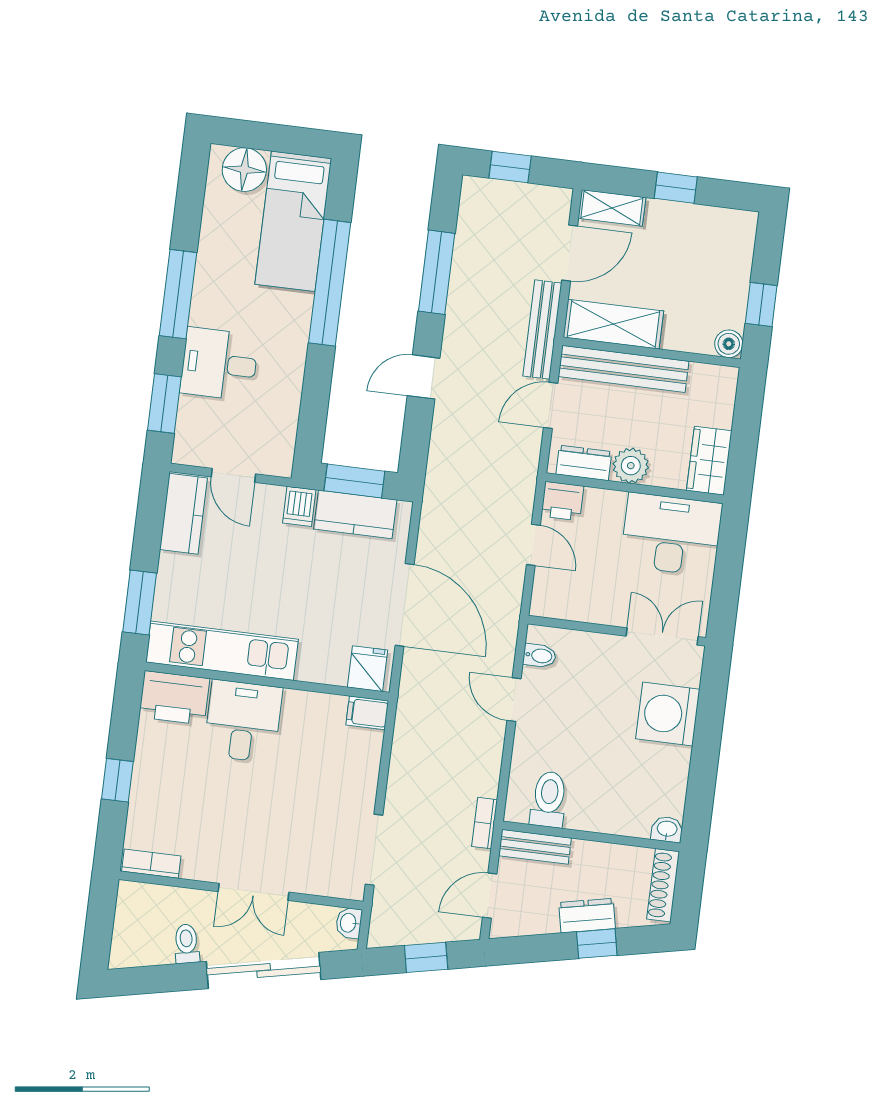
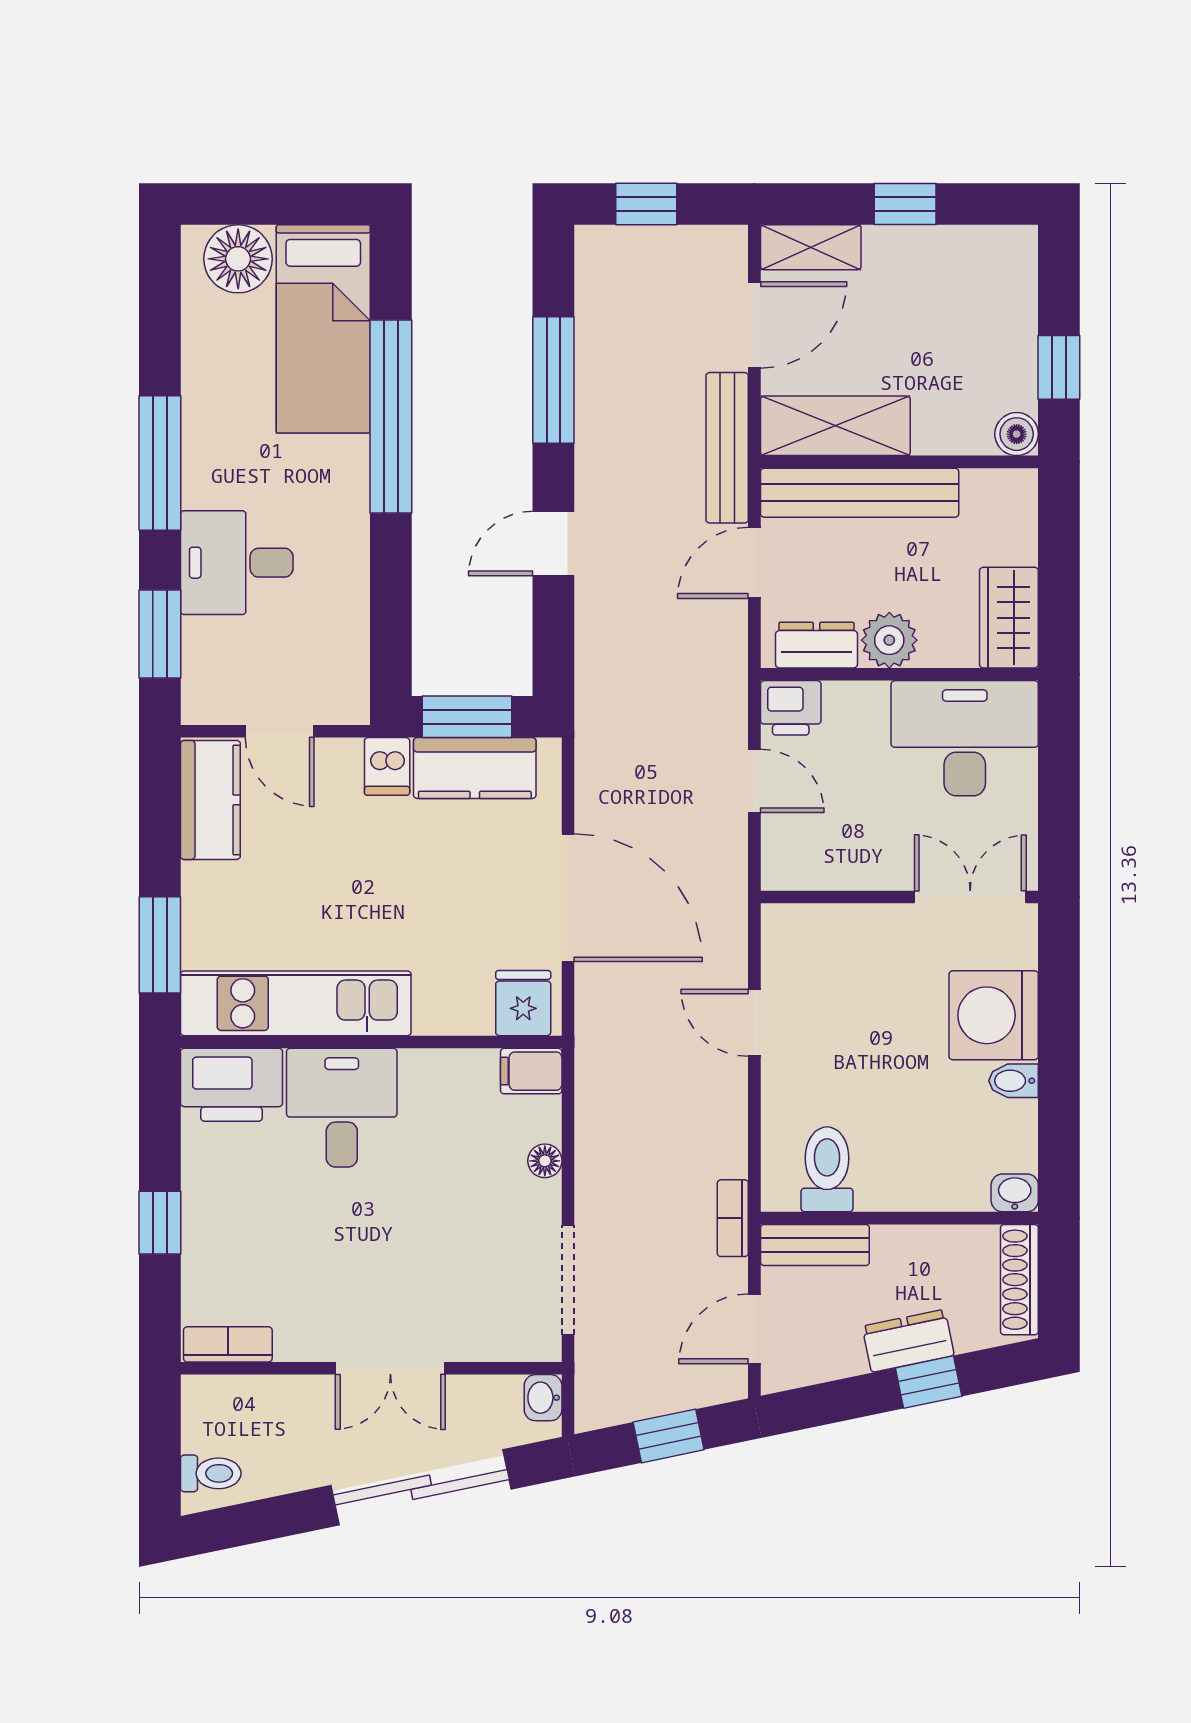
bidet: (540, 656) -> (1014, 1081), moved, turned 180
floor lamp: (369, 771) -> (545, 1161), added
toilet: (187, 944) -> (211, 1473), moved, turned 102

